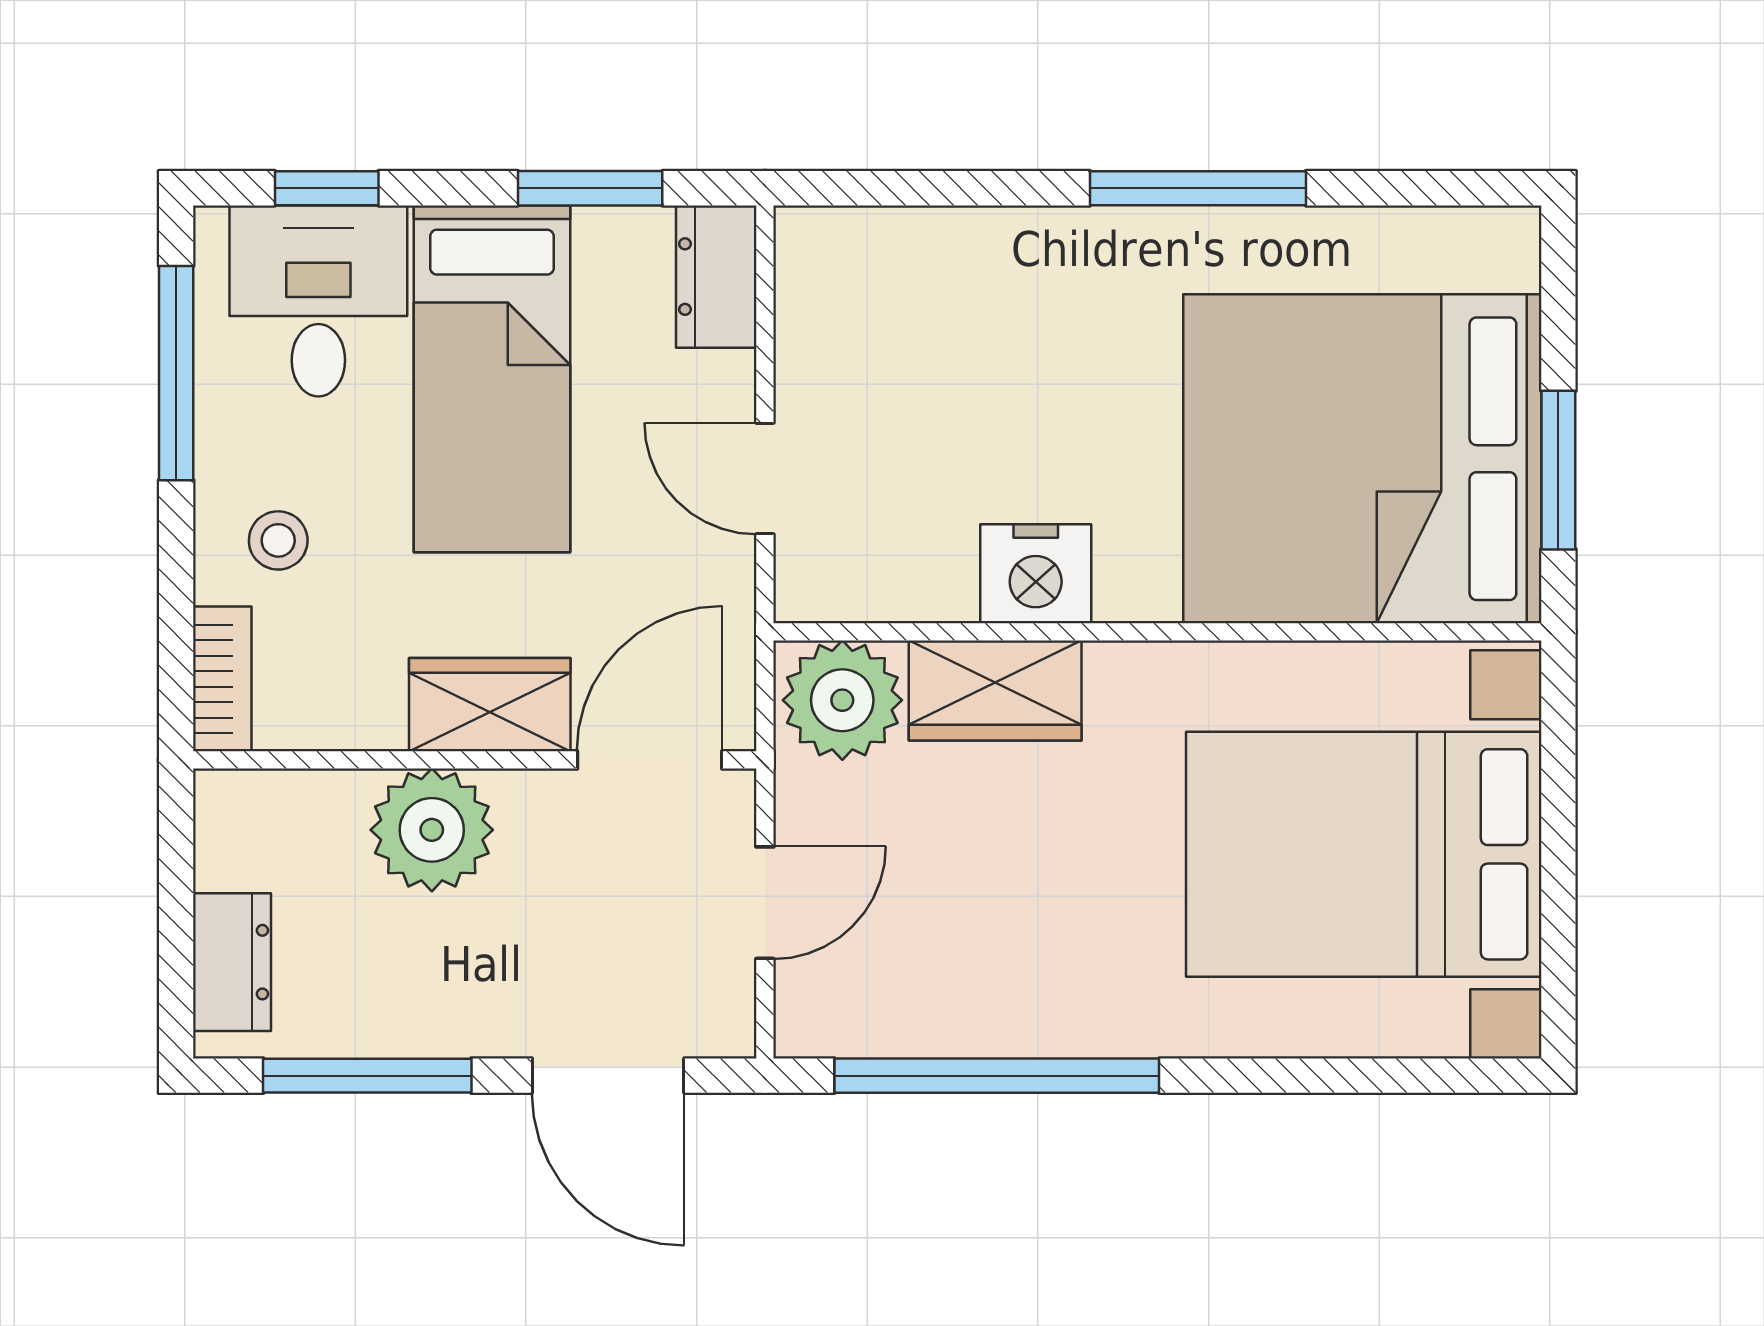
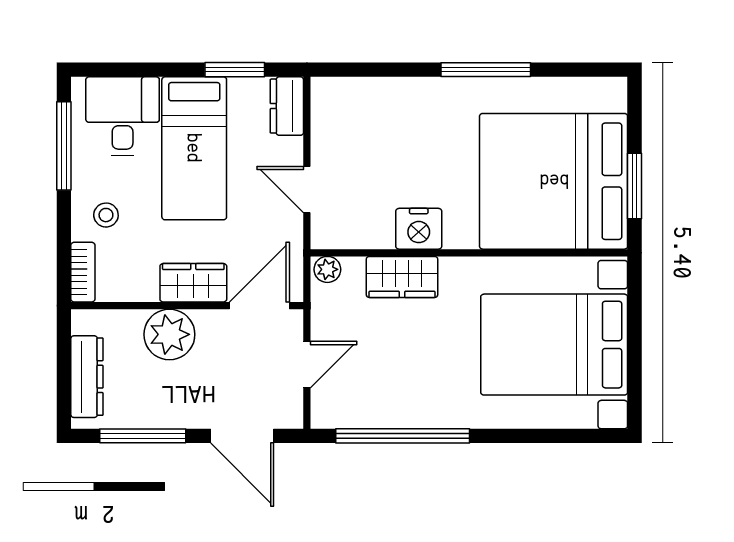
window: (327, 188) -> (126, 70), removed
plant: (842, 700) -> (327, 269), width x0.53, depth x0.53
dresser: (232, 962) -> (87, 377), width x1.44

